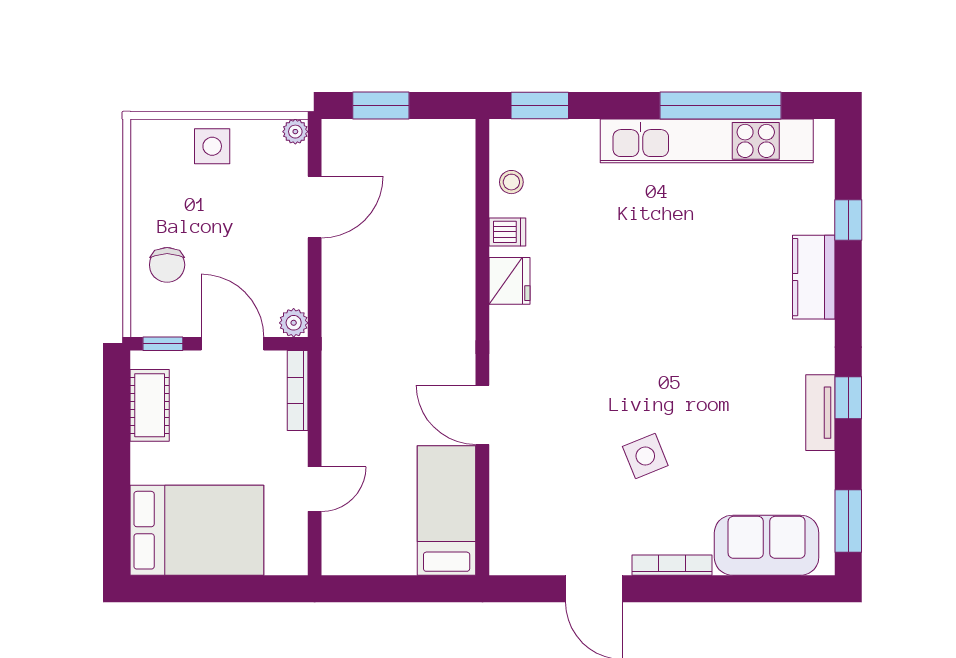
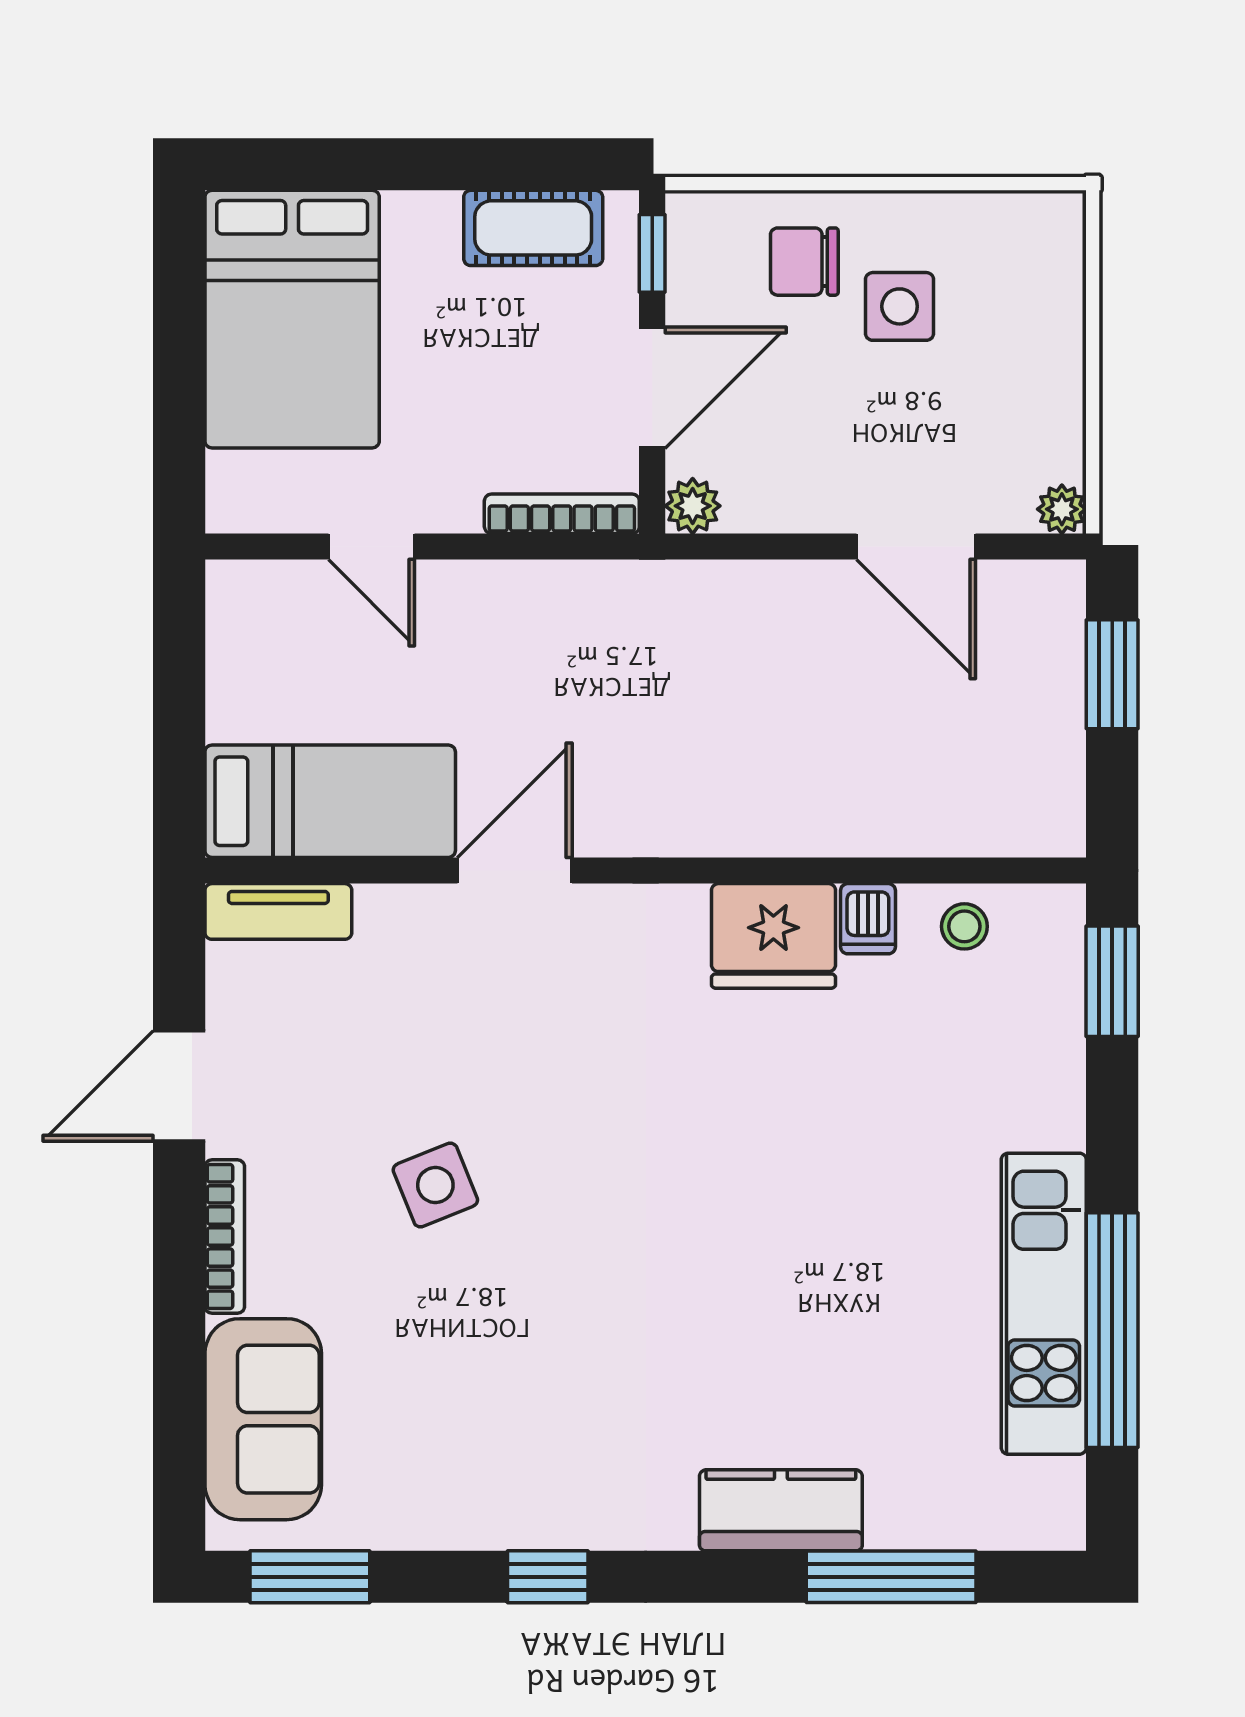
kitchen unit: (707, 141) -> (1044, 1304), width x0.73
side table: (212, 146) -> (900, 306), moved
window: (848, 220) -> (891, 1577), width x2.17
fridge: (509, 281) -> (773, 936), width x1.36, depth x1.34
tv unit: (820, 413) -> (278, 911), moved, turned 180

